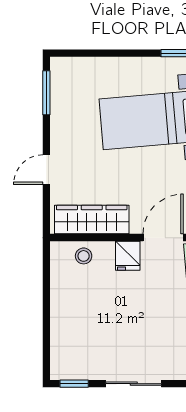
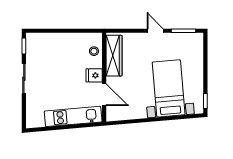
door: (46, 170) -> (155, 31), moved

